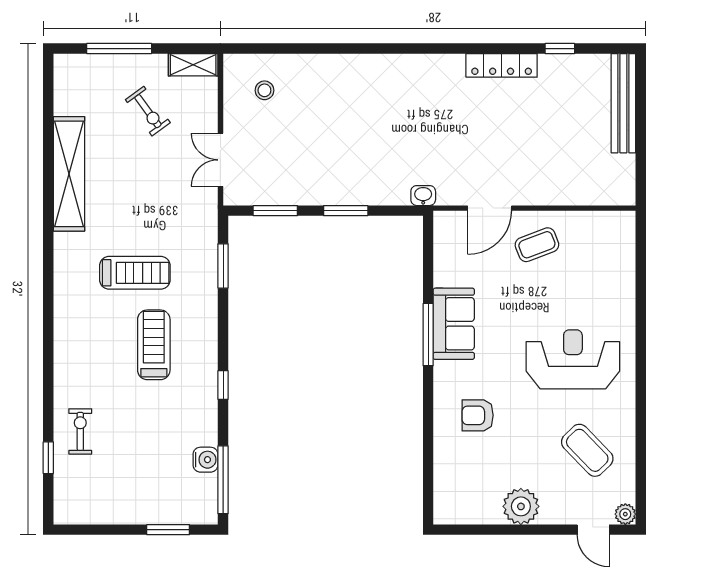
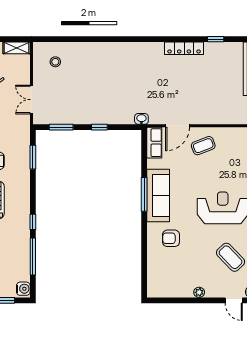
window: (346, 211) -> (99, 127), width x0.67
row of seats: (447, 239) -> (154, 143), added
sofa: (454, 324) -> (158, 196), width x1.36
water cooler: (205, 460) -> (23, 289), moved
window: (223, 480) -> (33, 256), moved
plant: (521, 506) -> (199, 292), width x0.53, depth x0.53

